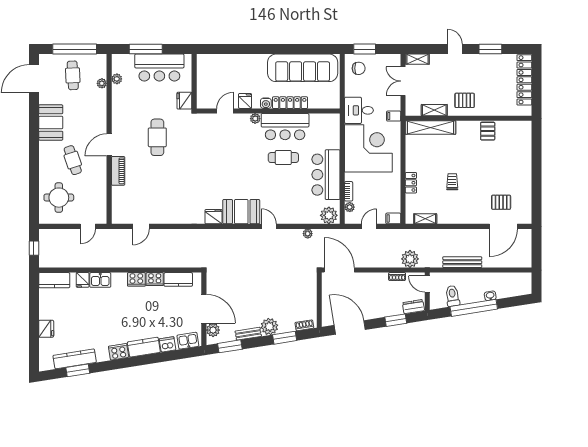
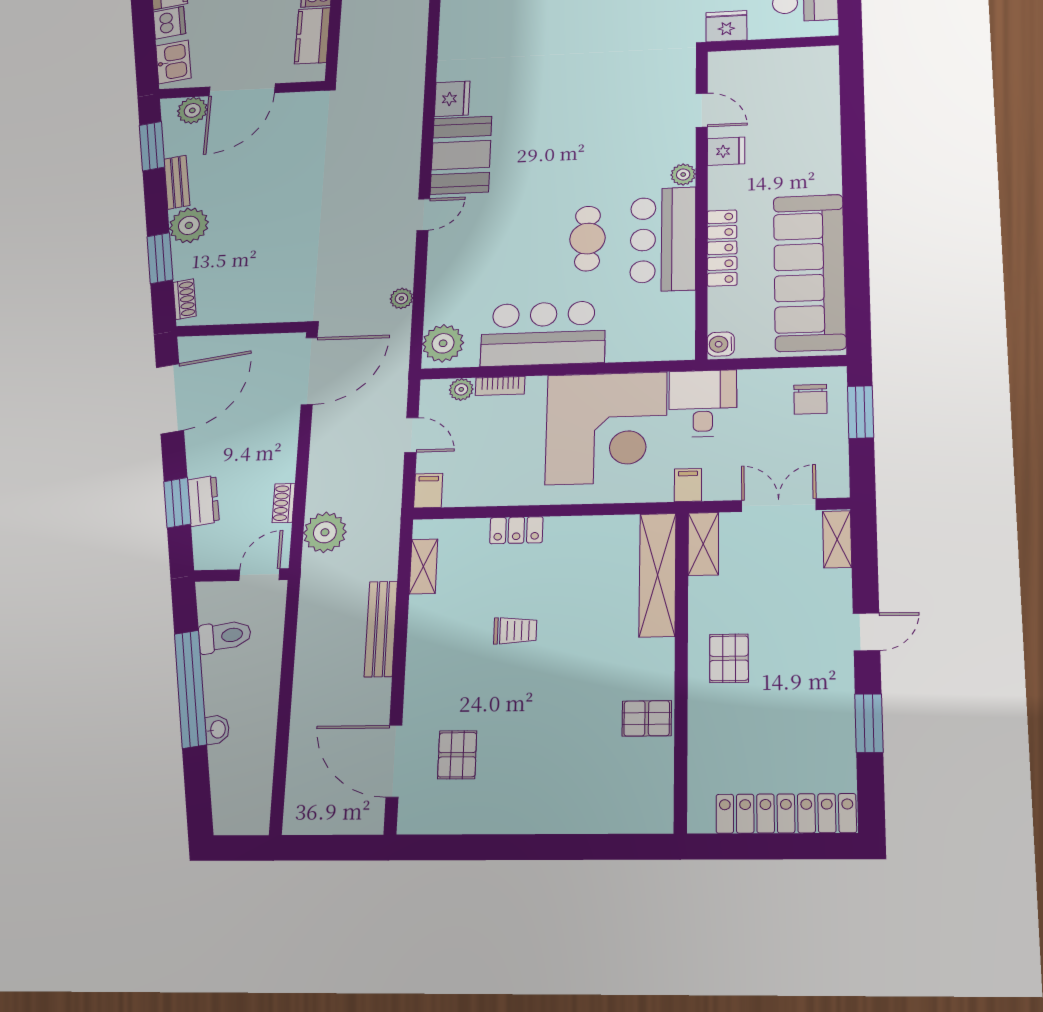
water cooler: (266, 103) -> (721, 344), moved
shelving: (434, 110) -> (703, 544), moved
bench: (462, 262) -> (381, 629), moved
dresser: (413, 307) -> (203, 501), moved

